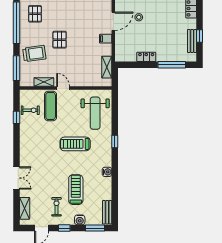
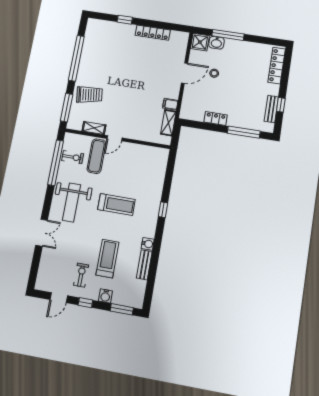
pallet: (35, 14) -> (99, 52), removed
filing cabinet: (106, 39) -> (170, 104), moved
pallet: (60, 40) -> (121, 84), removed
door: (63, 88) -> (115, 138), swing flipped
weight bench: (95, 113) -> (72, 202), moved
window: (17, 117) -> (56, 163), width x3.17
treadmill: (75, 144) -> (116, 205), turned 180
shelving: (25, 208) -> (44, 270), removed
bench: (107, 212) -> (144, 265), moved

